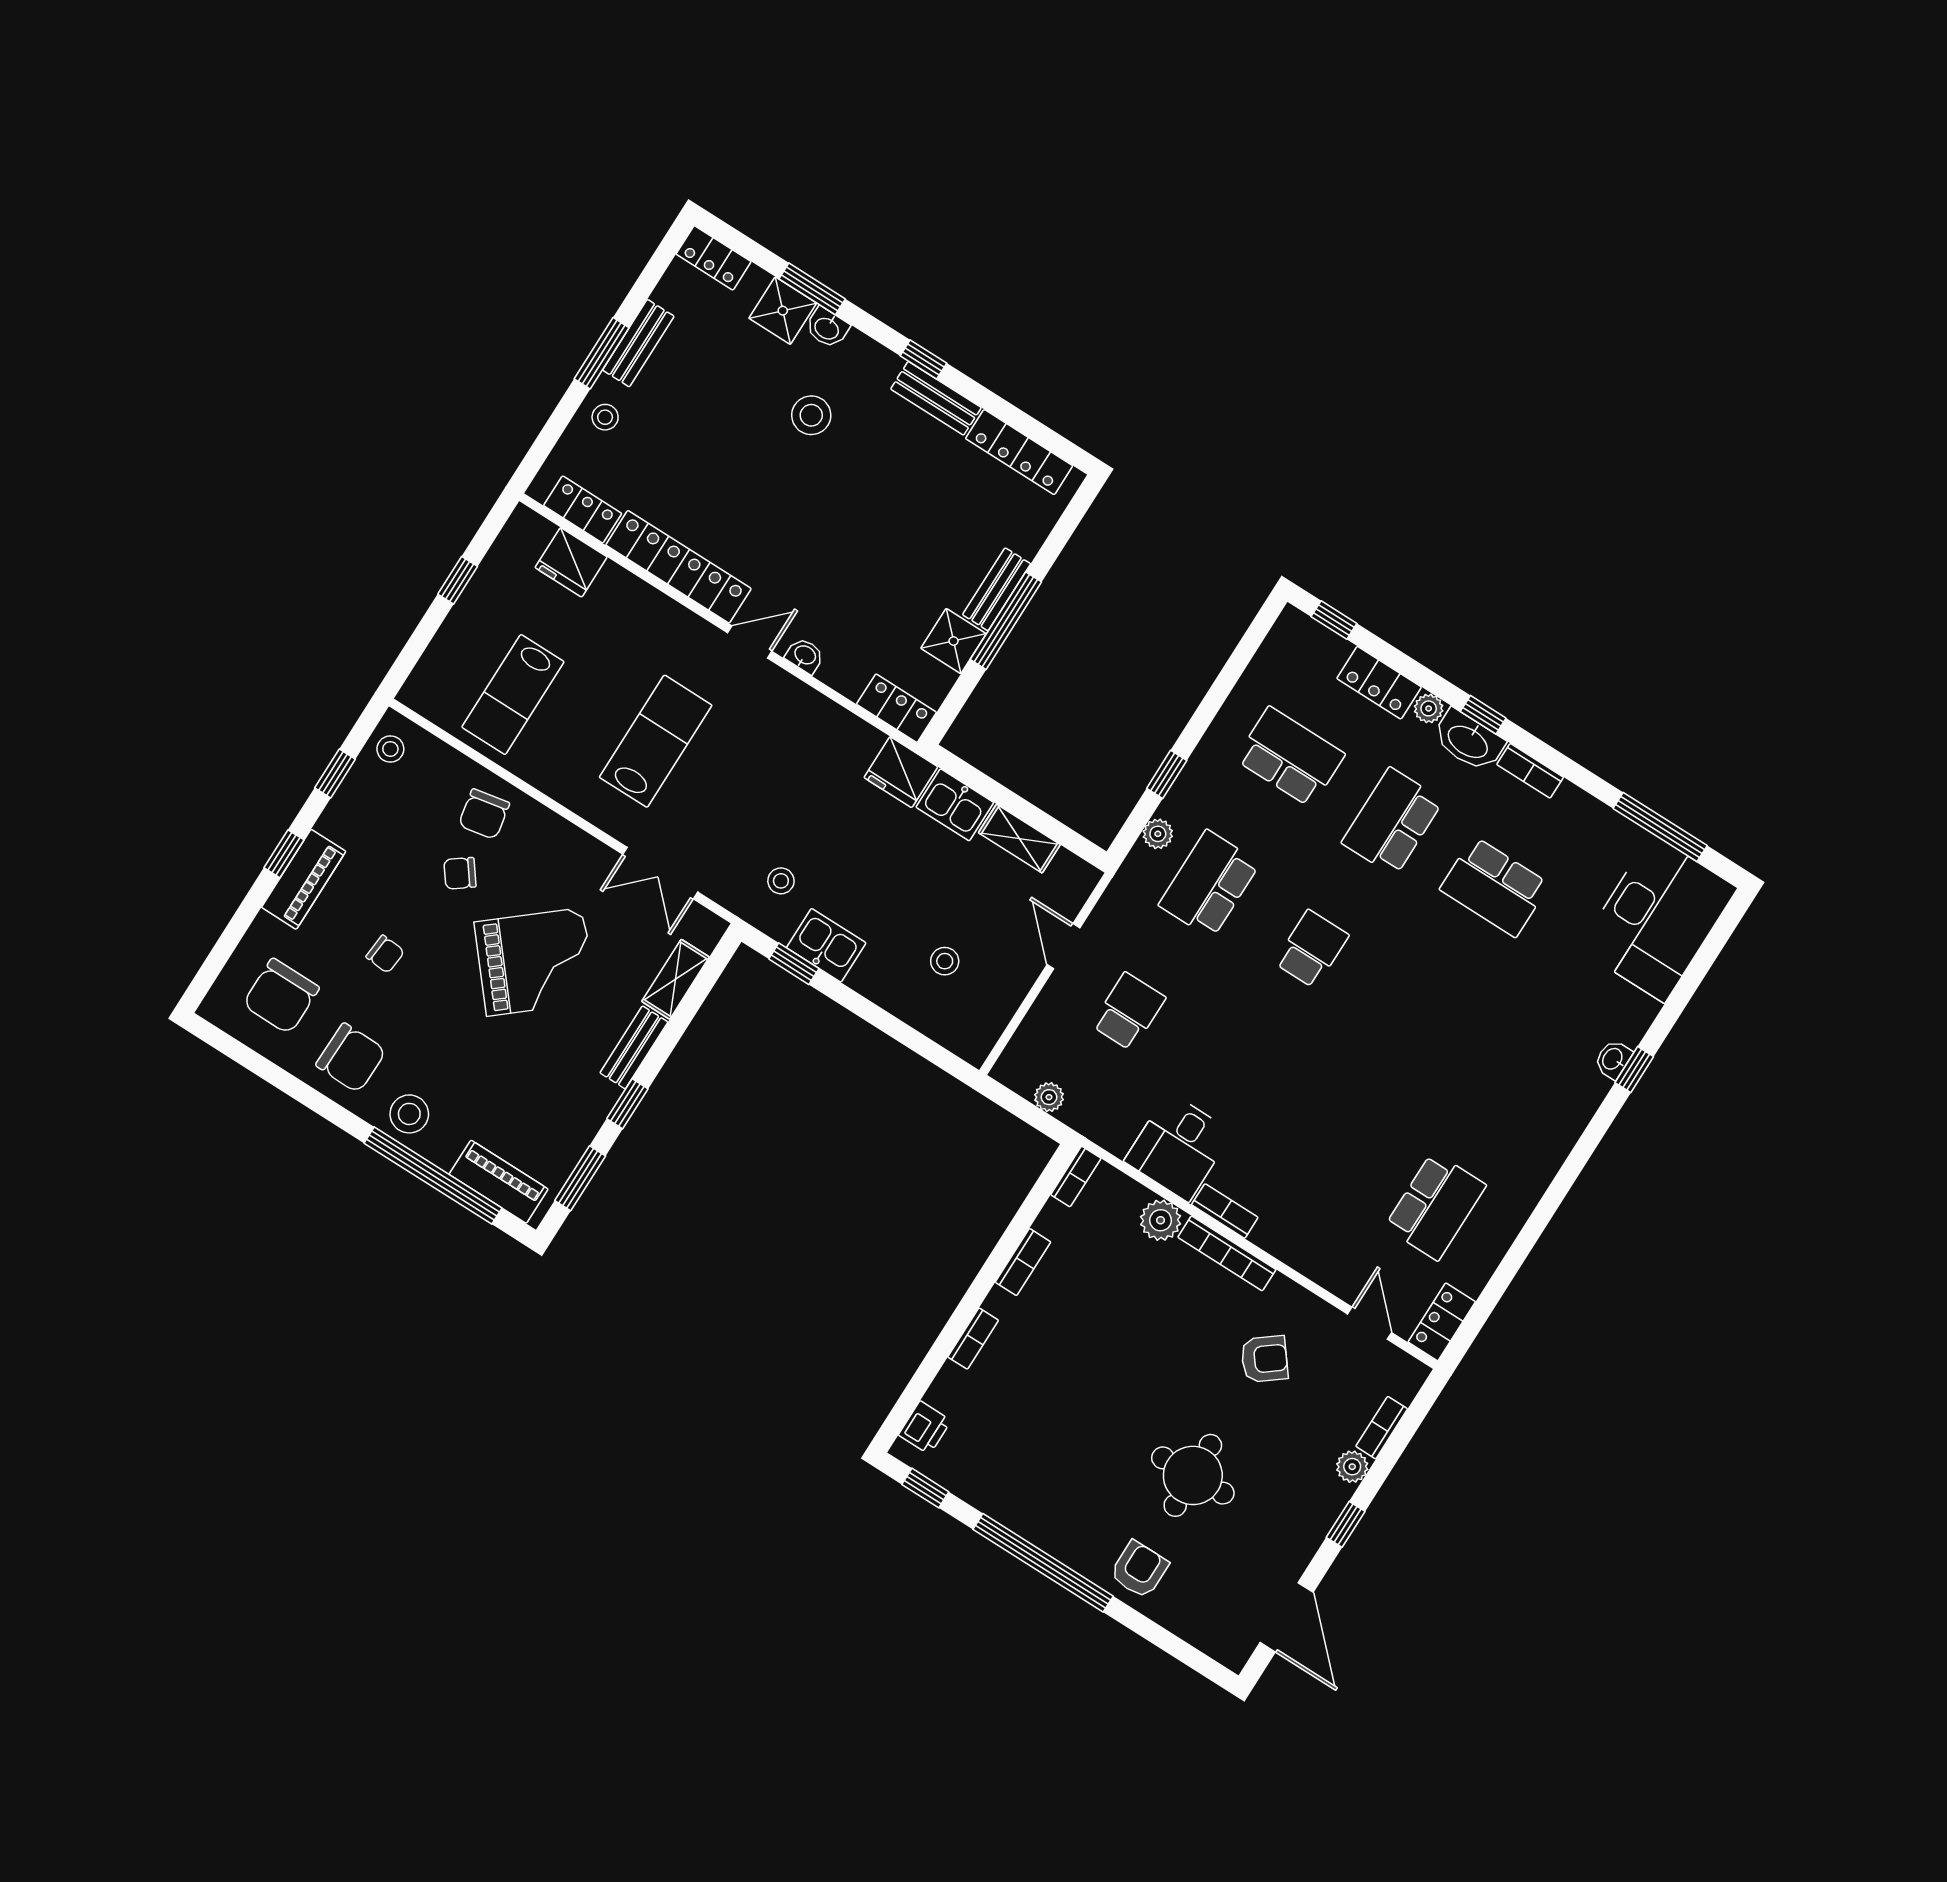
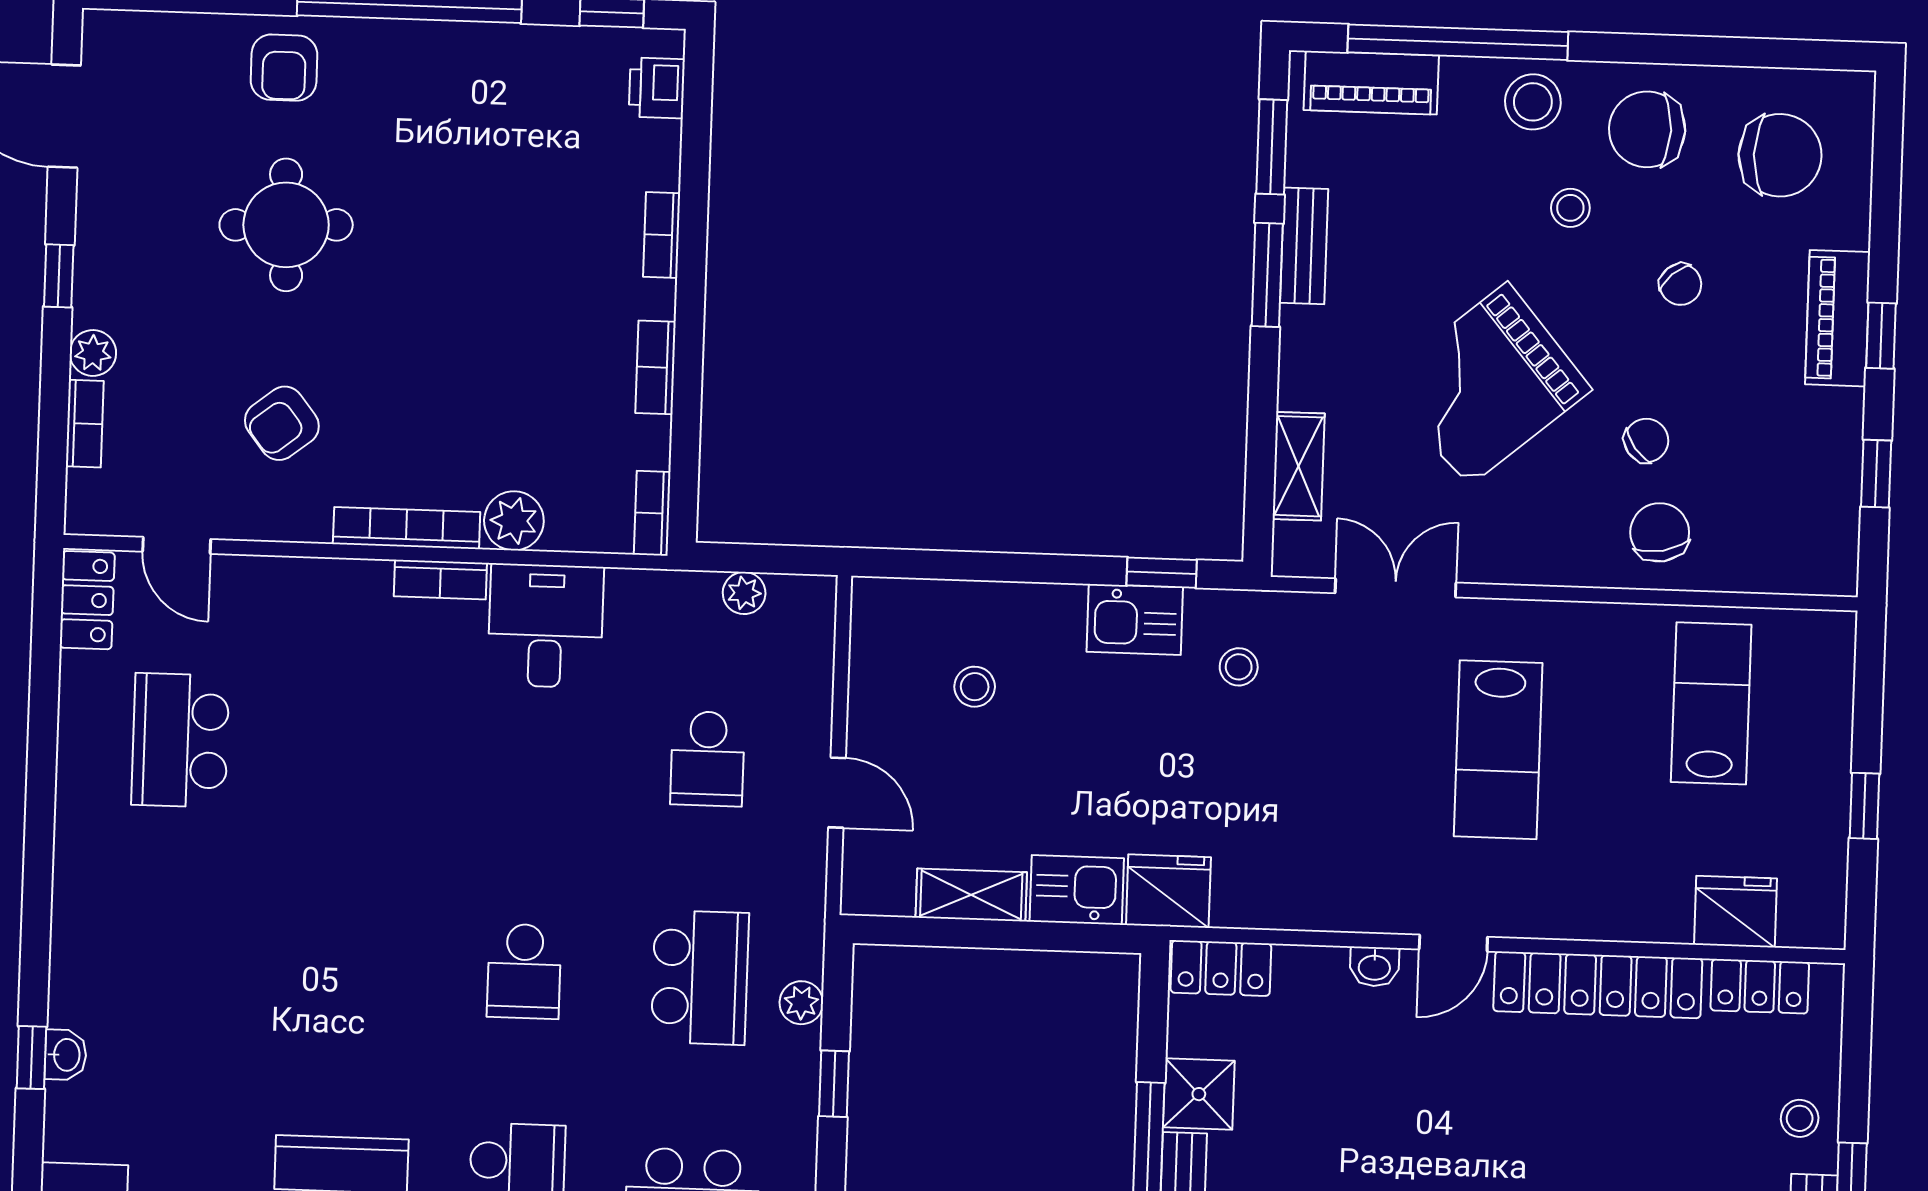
stool: (390, 749) -> (1570, 208), moved
chair: (385, 954) -> (1680, 284), turned -136
chair: (281, 996) -> (1780, 155), turned 90
bench: (634, 1047) -> (1304, 246), moved
window: (627, 1104) -> (1267, 275), width x1.50

